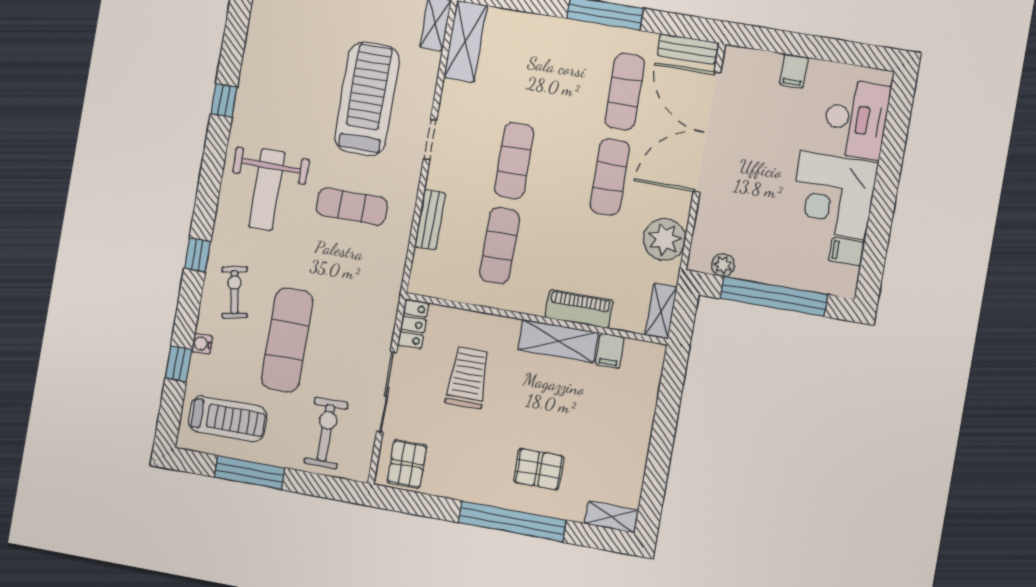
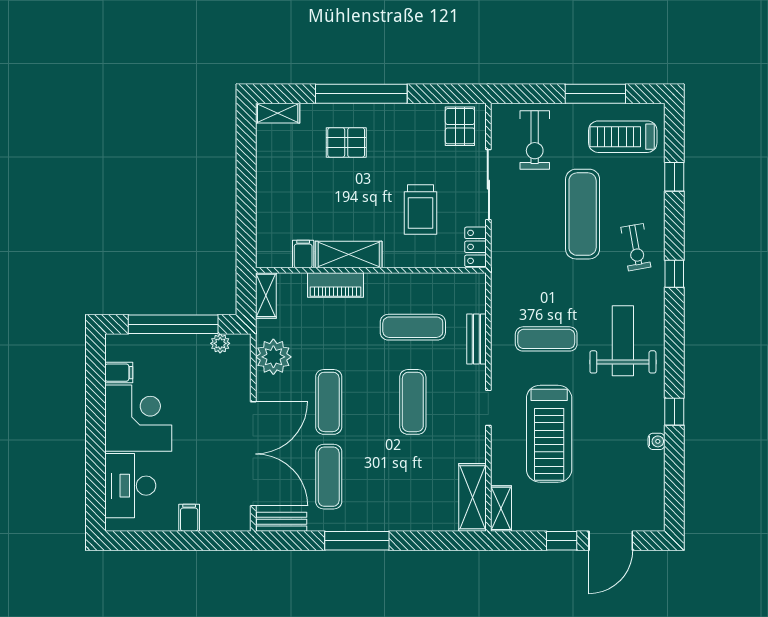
exercise mat: (499, 246) -> (413, 327), turned 90
water cooler: (202, 344) -> (656, 441), moved

